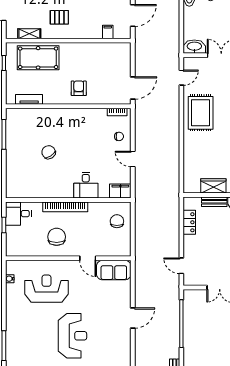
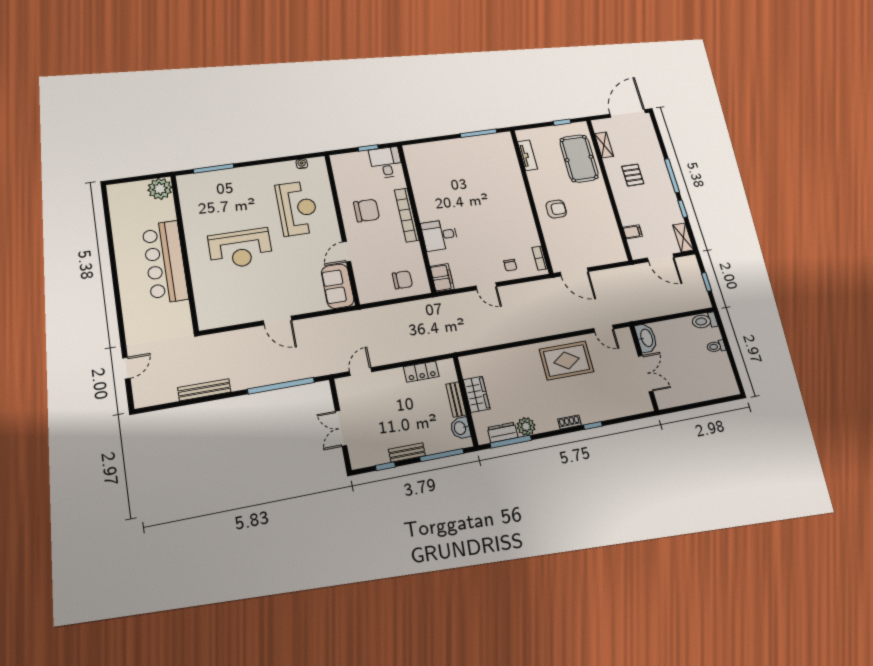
chair: (49, 152) -> (470, 186), removed
door: (133, 159) -> (486, 286), swing flipped

